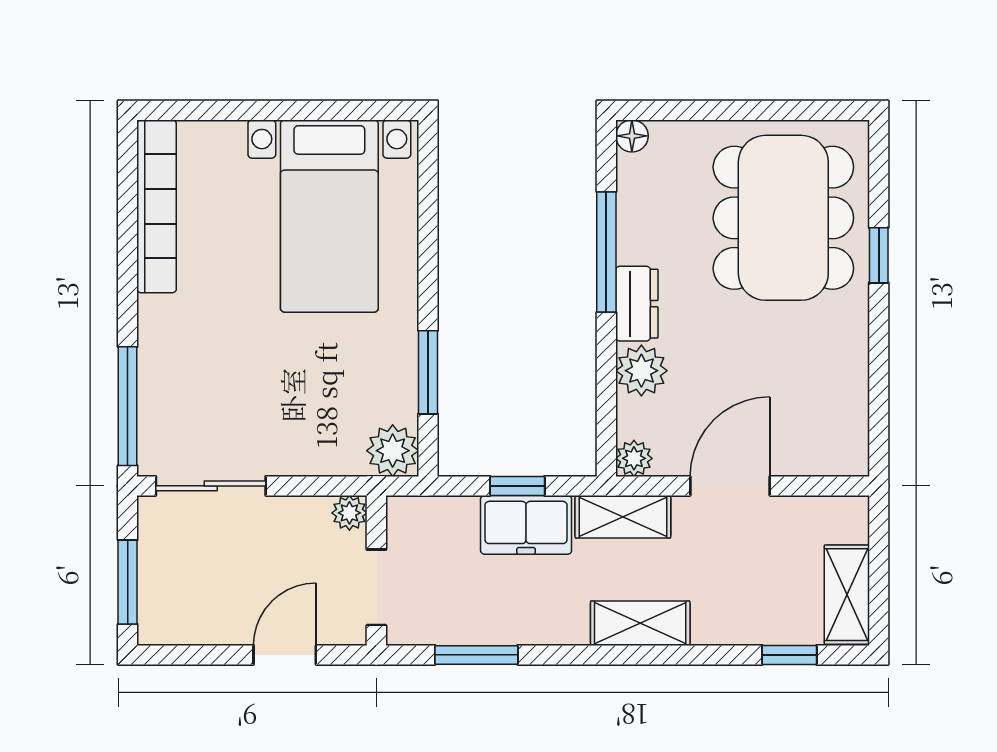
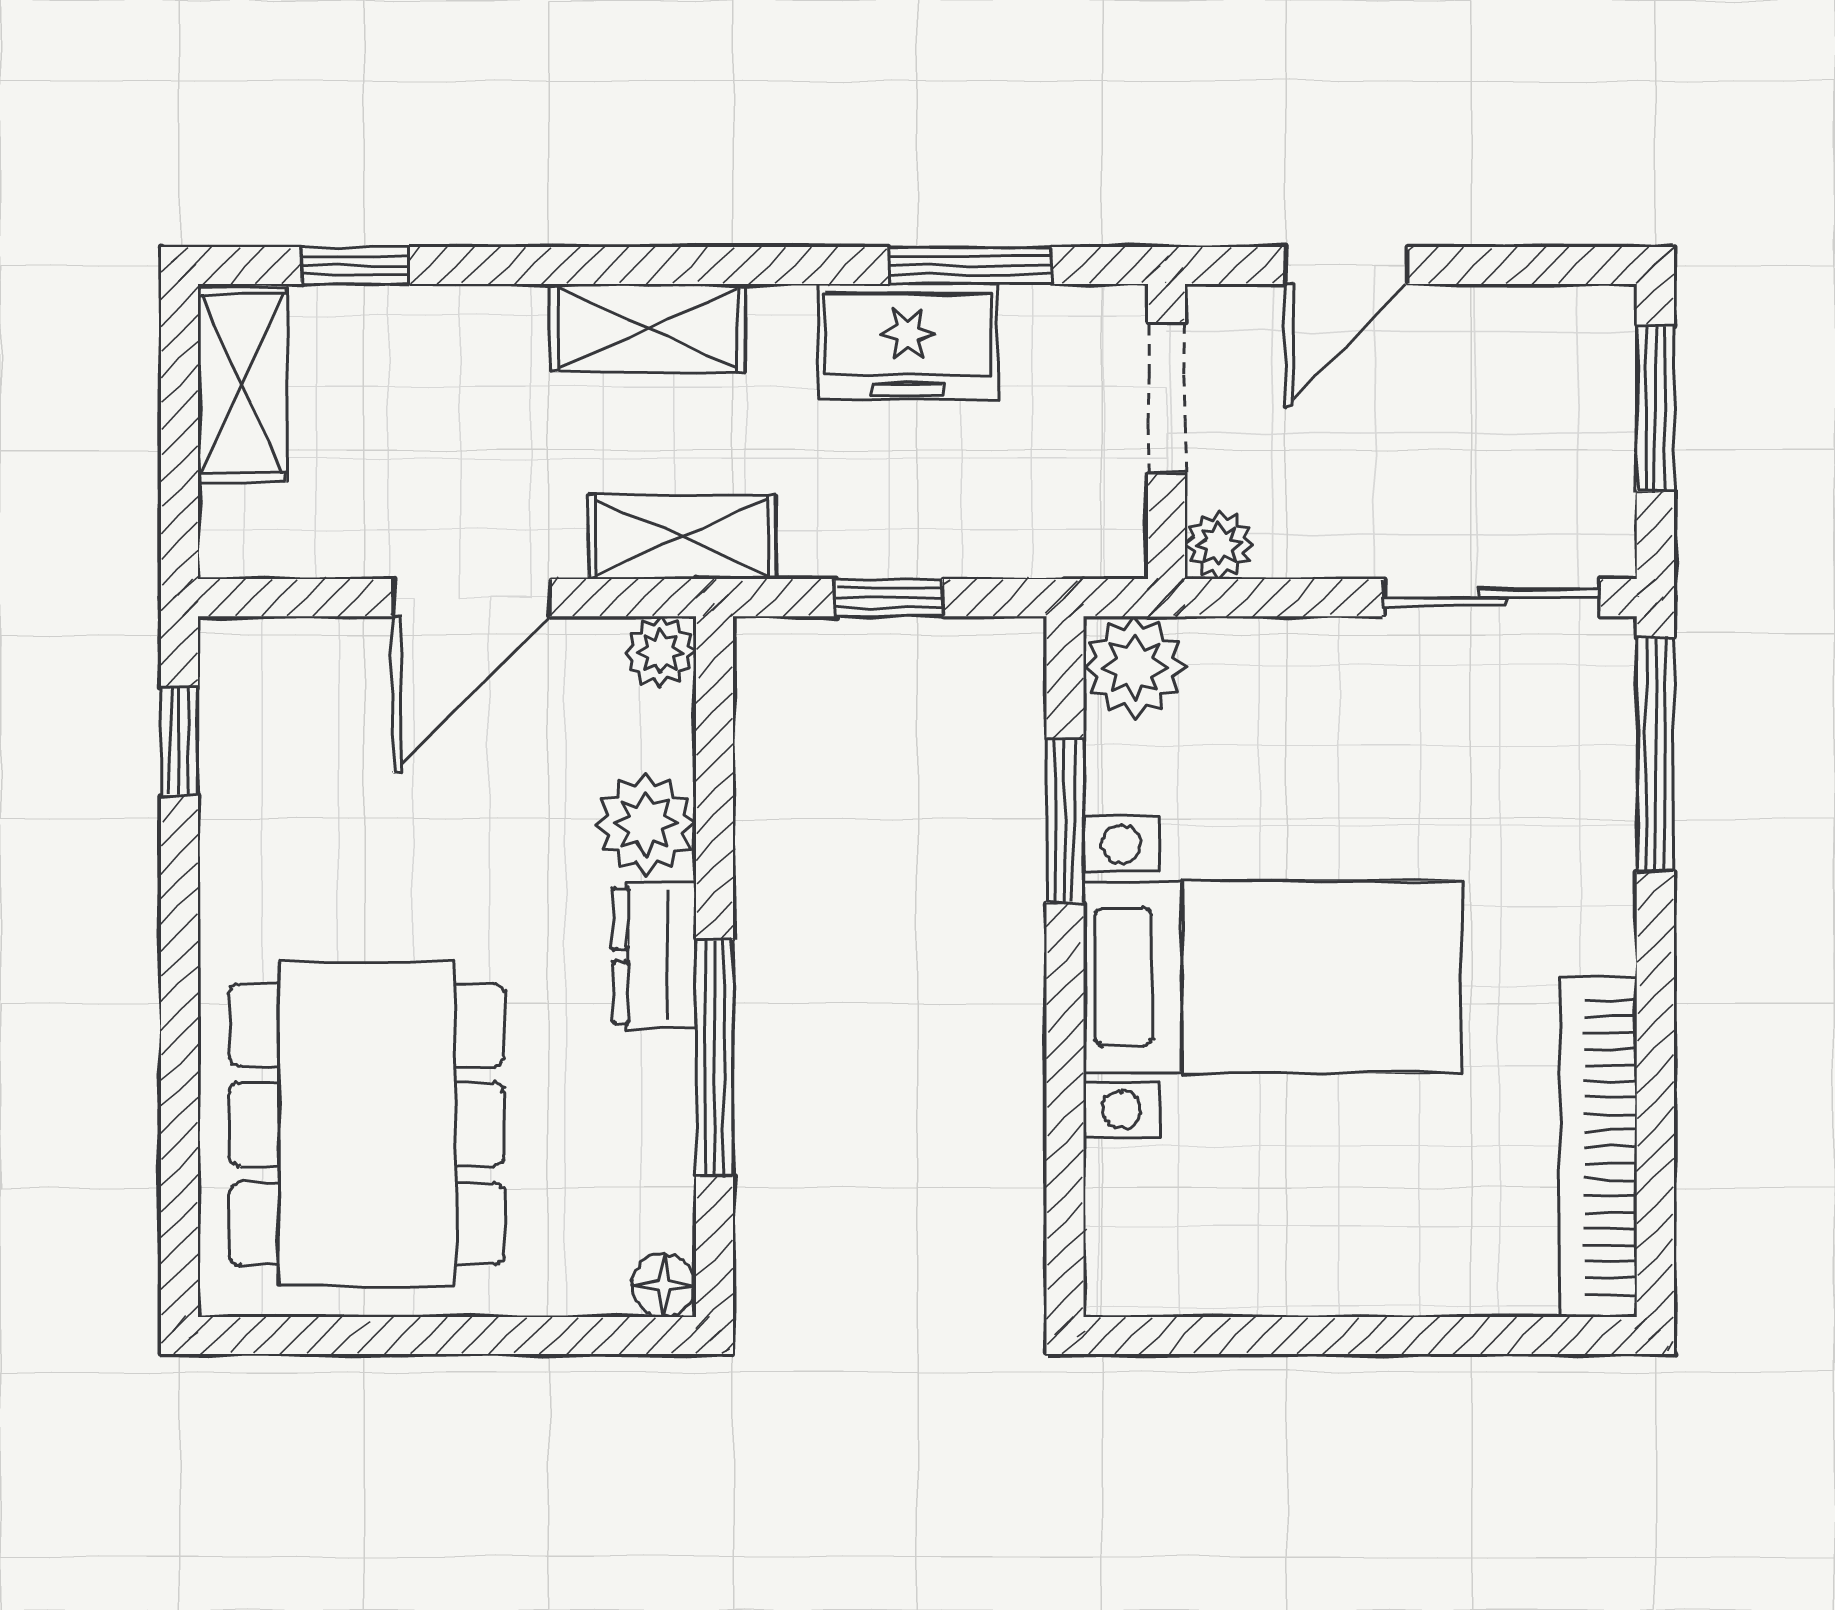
bed with nightstands: (329, 216) -> (1273, 977), moved, turned 90
window: (879, 255) -> (179, 741), moved
freezer: (526, 525) -> (908, 342), moved, turned 180

